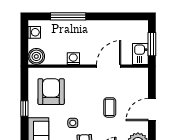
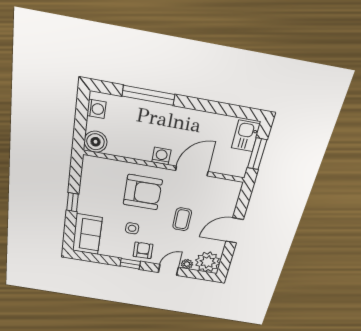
kitchen sink: (140, 54) -> (246, 136), moved
washing machine: (73, 59) -> (161, 156), moved
armchair: (51, 92) -> (143, 192), moved, turned 90

